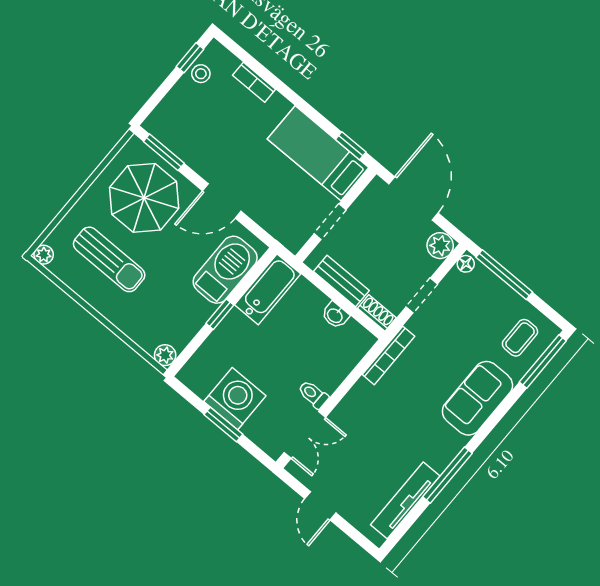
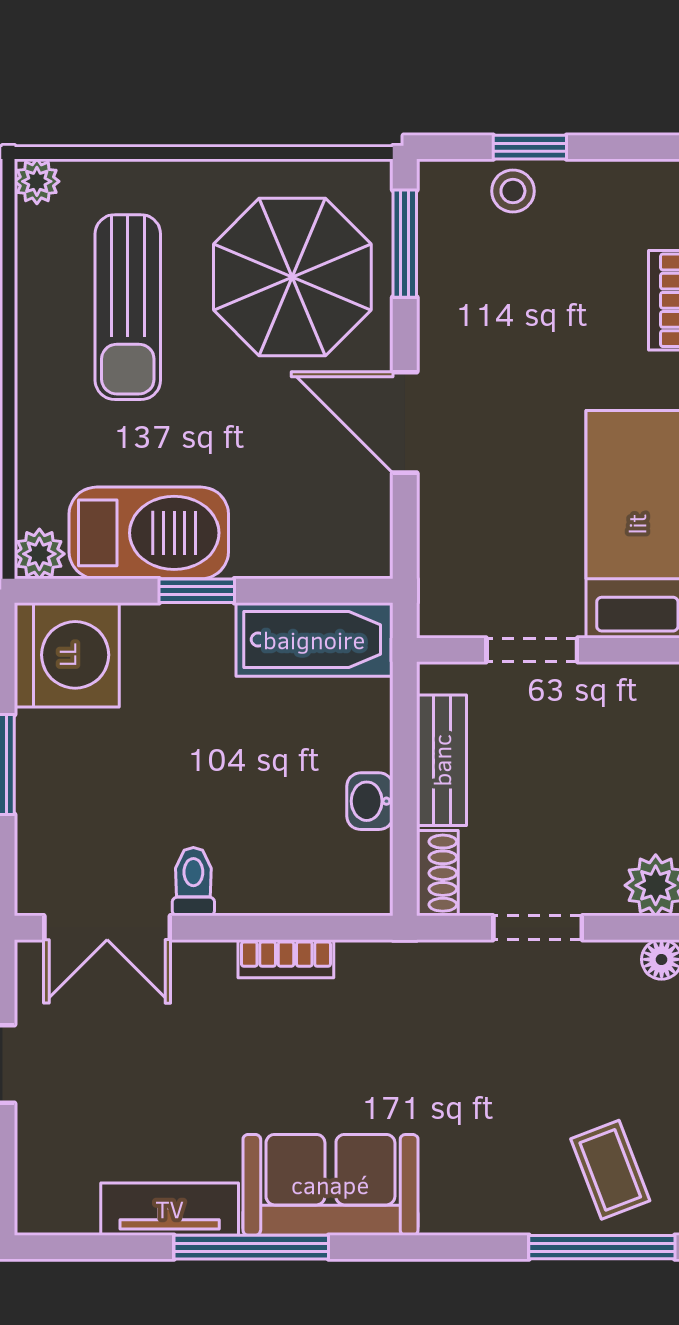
window: (190, 58) -> (530, 147), moved
stool: (201, 74) -> (513, 191), moved
barbecue: (225, 270) -> (149, 533), moved
coffee table: (520, 338) -> (610, 1170), turned 69
bookcase: (388, 355) -> (286, 959), moved, width x0.64
sofa: (477, 398) -> (330, 1185), moved
washing machine: (235, 399) -> (67, 655), moved
tv unit: (405, 500) -> (170, 1209), width x0.71

